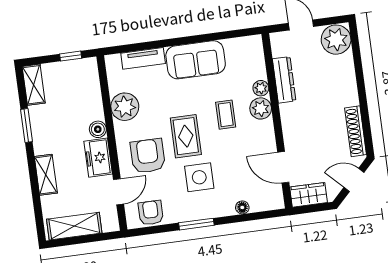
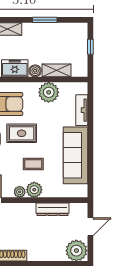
window: (71, 56) -> (90, 47), moved
sofa: (196, 60) -> (76, 155), width x1.36
shelving: (34, 85) -> (57, 70), moved
plant: (261, 88) -> (20, 192), moved

